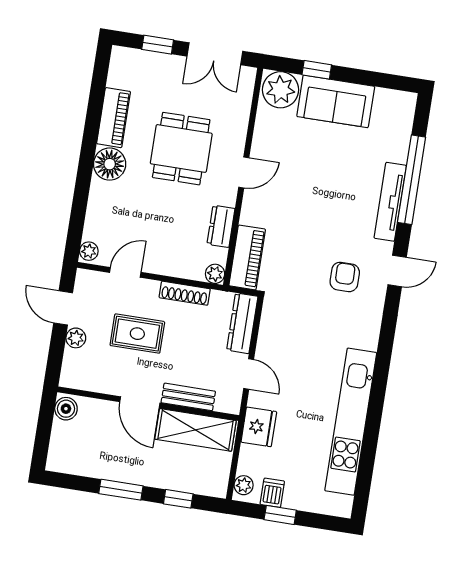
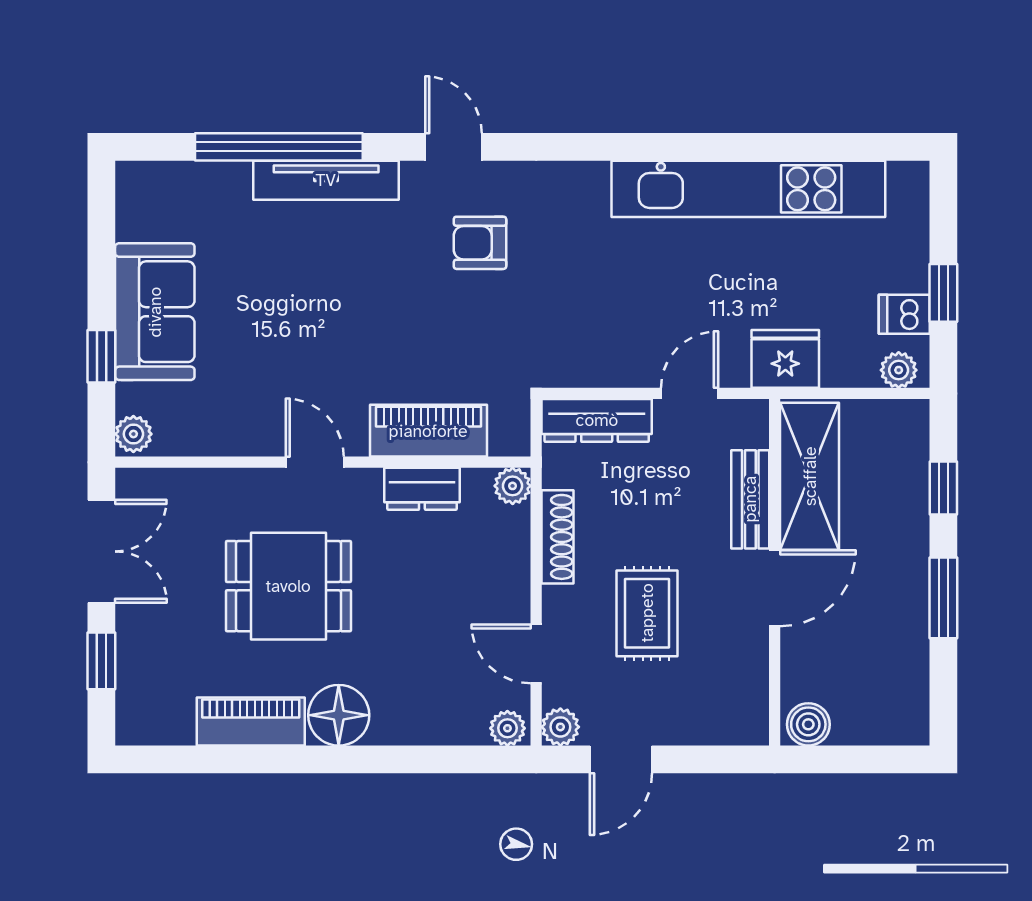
plant: (281, 90) -> (133, 434), width x0.53, depth x0.53
piano: (247, 257) -> (428, 431), moved
plant: (76, 338) -> (560, 727), moved

